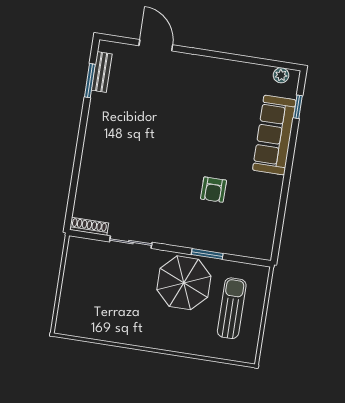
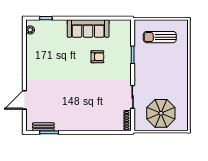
sofa: (274, 135) -> (88, 29), moved
parasol: (184, 283) -> (161, 113), moved

